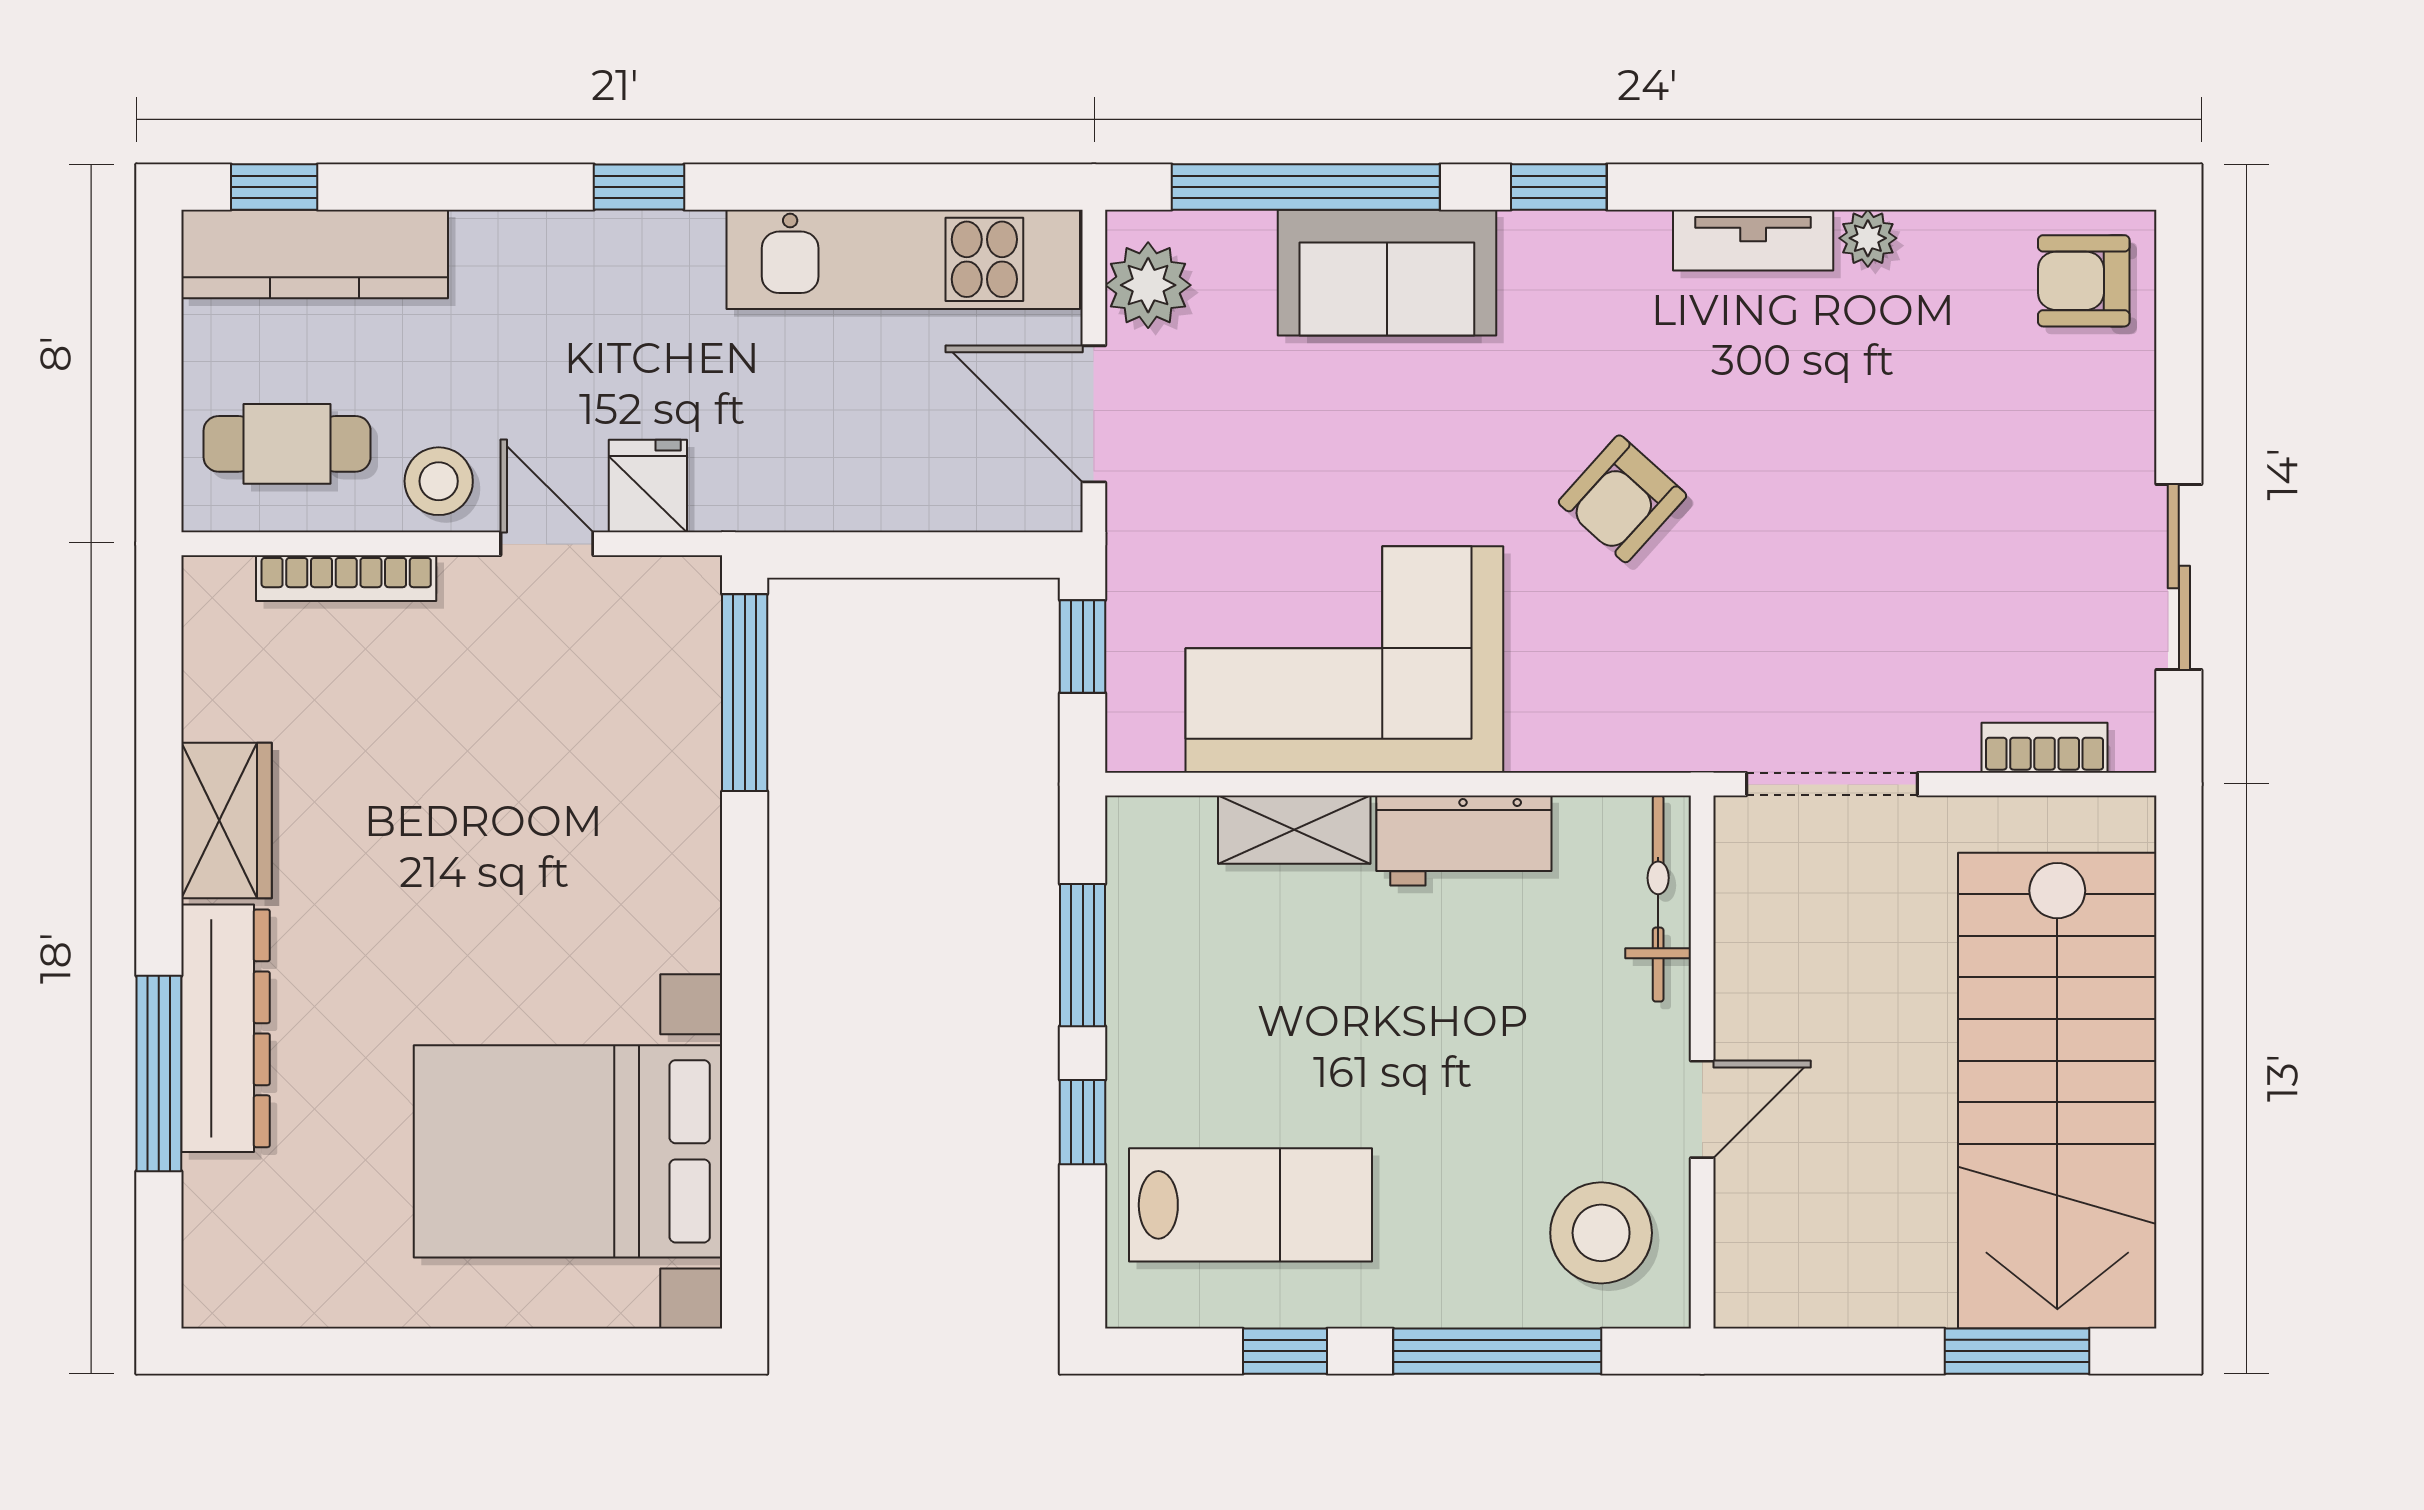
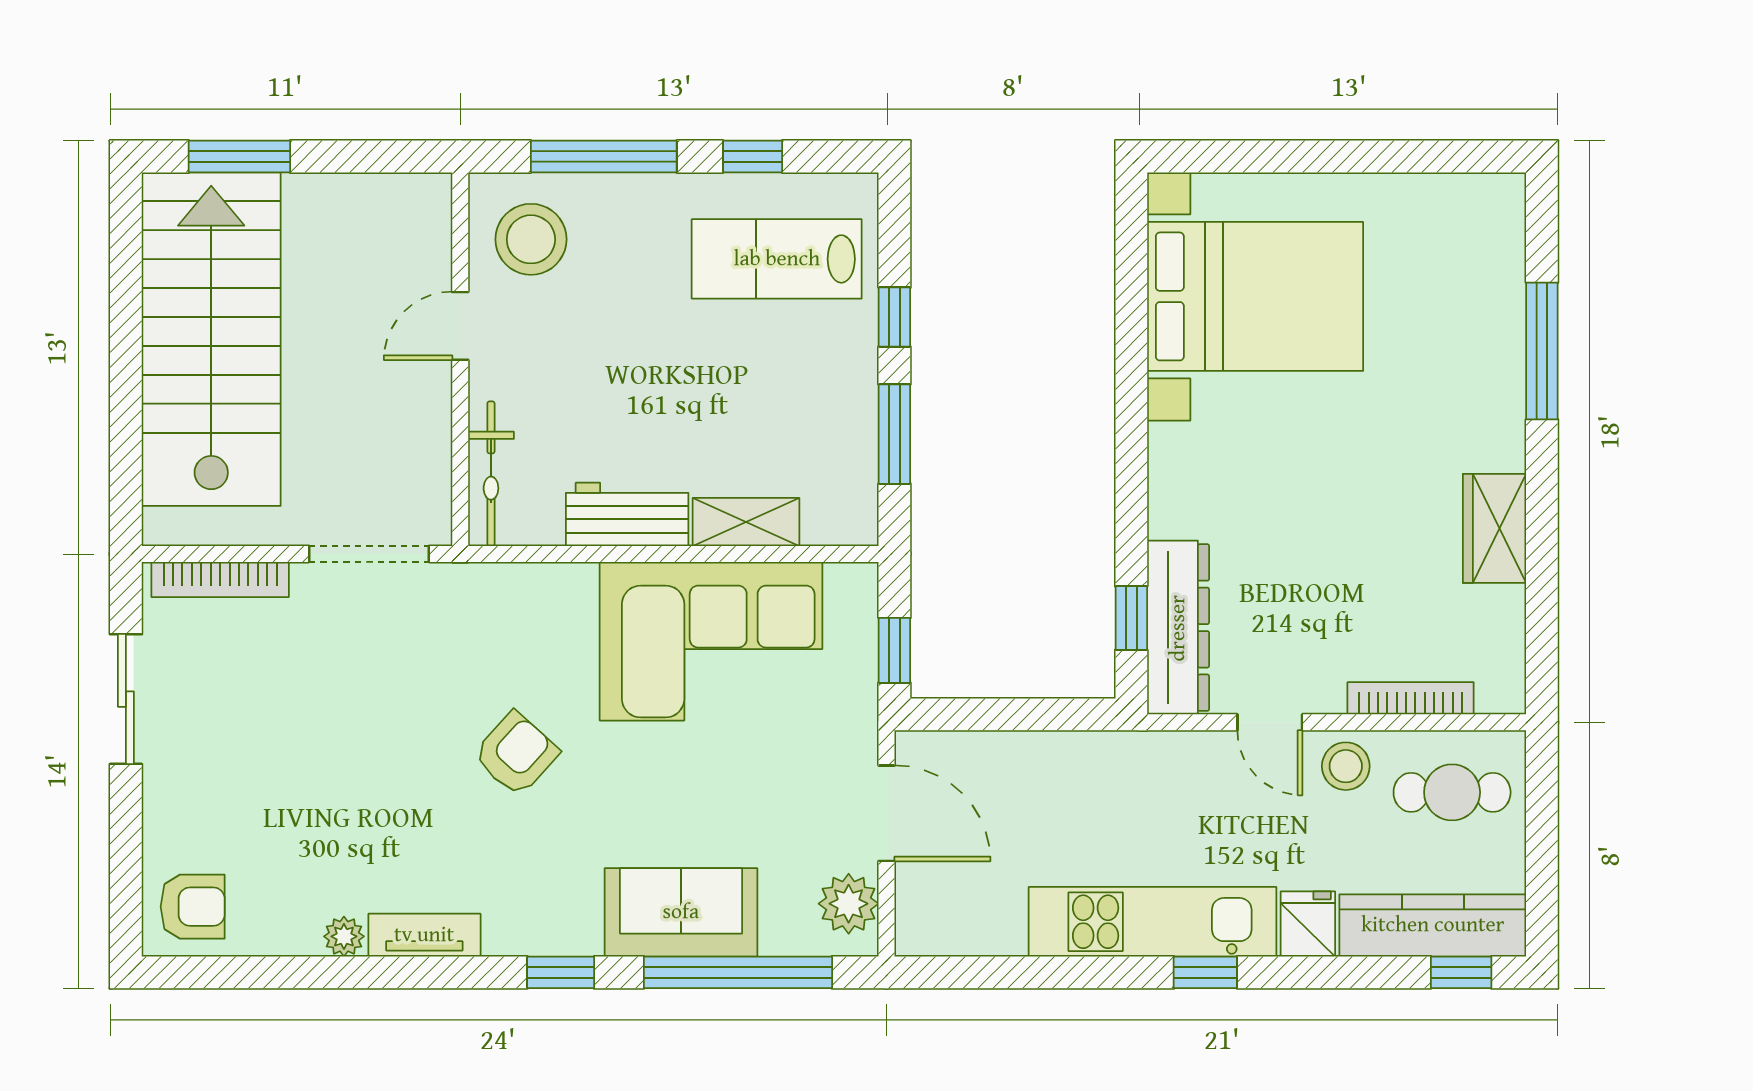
kitchen unit: (903, 259) -> (1153, 922), moved
fridge: (648, 486) -> (1308, 924), moved, turned 180
window: (745, 693) -> (1131, 618), width x0.46
bookcase: (2045, 748) -> (220, 579), width x1.56
dresser: (226, 1028) -> (1178, 628), moved, turned 180

